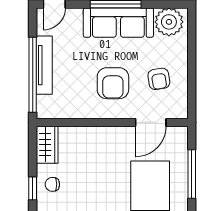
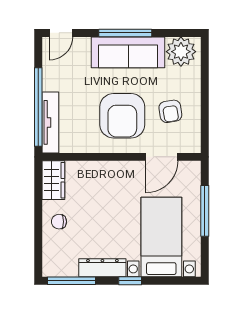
tv unit: (44, 65) -> (50, 122), moved
armchair: (113, 83) -> (122, 116), width x1.36, depth x1.36
window: (33, 188) -> (38, 226), removed

